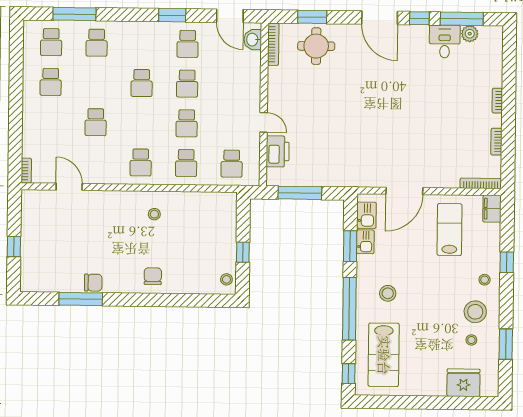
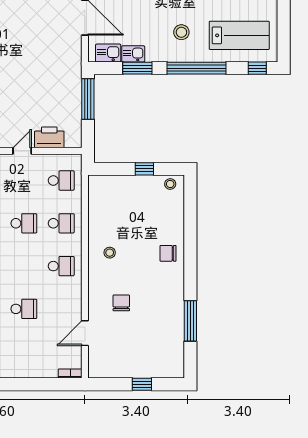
window: (300, 193) -> (88, 99), moved
chair: (93, 283) -> (121, 303), moved

